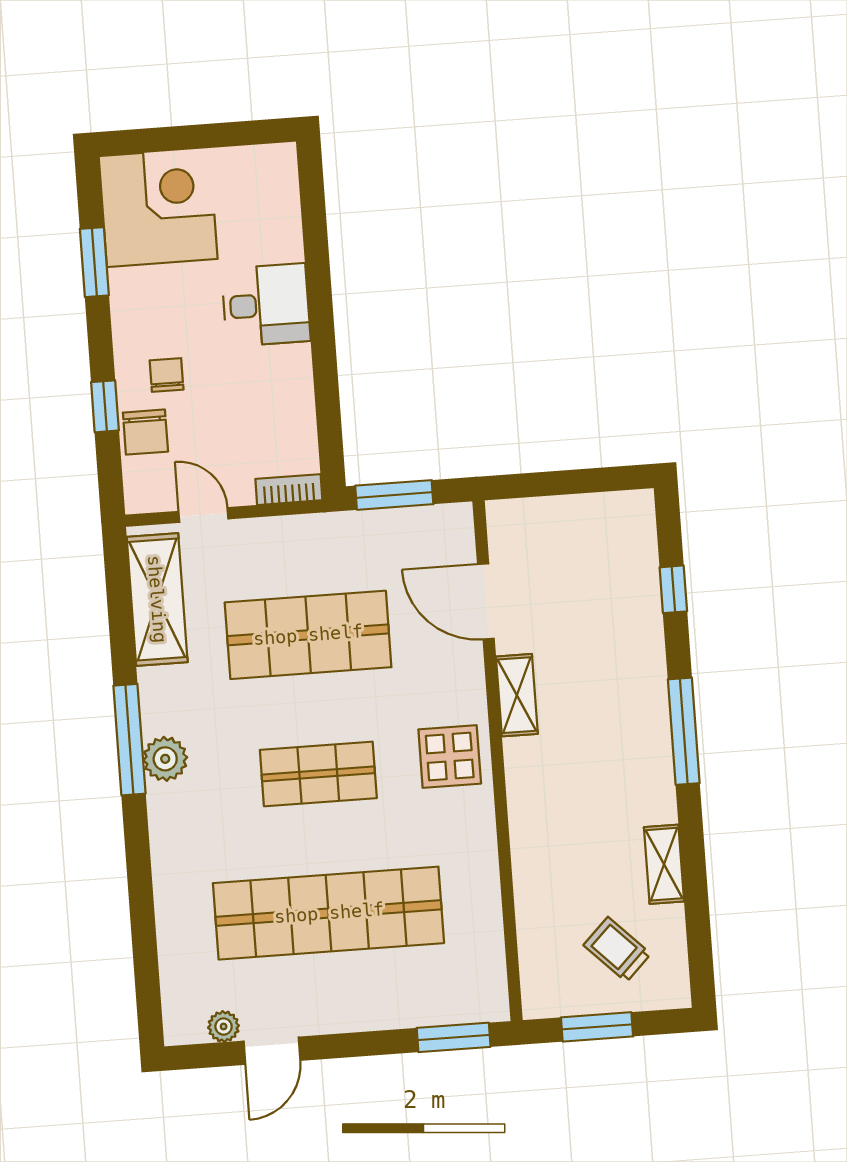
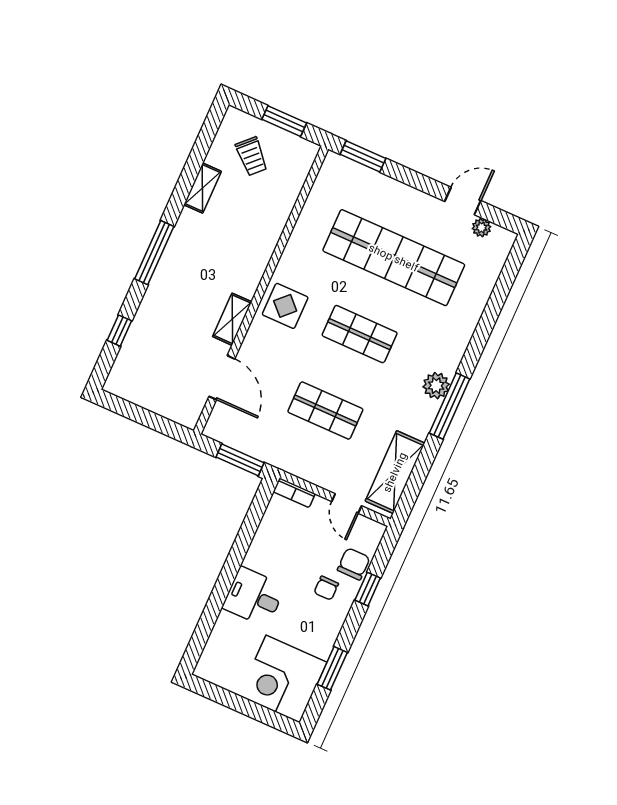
shop shelf: (308, 635) -> (325, 410), width x0.70, depth x0.74

